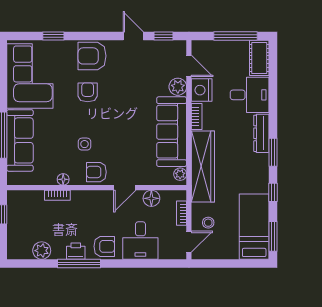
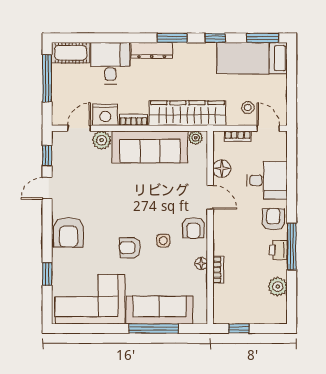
armchair: (88, 92) -> (130, 248), moved

